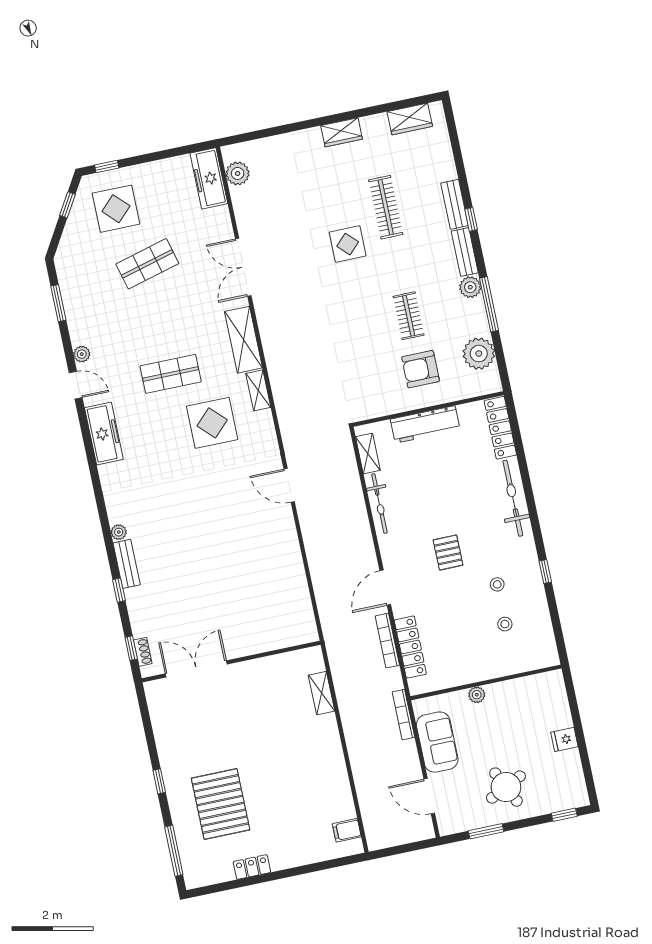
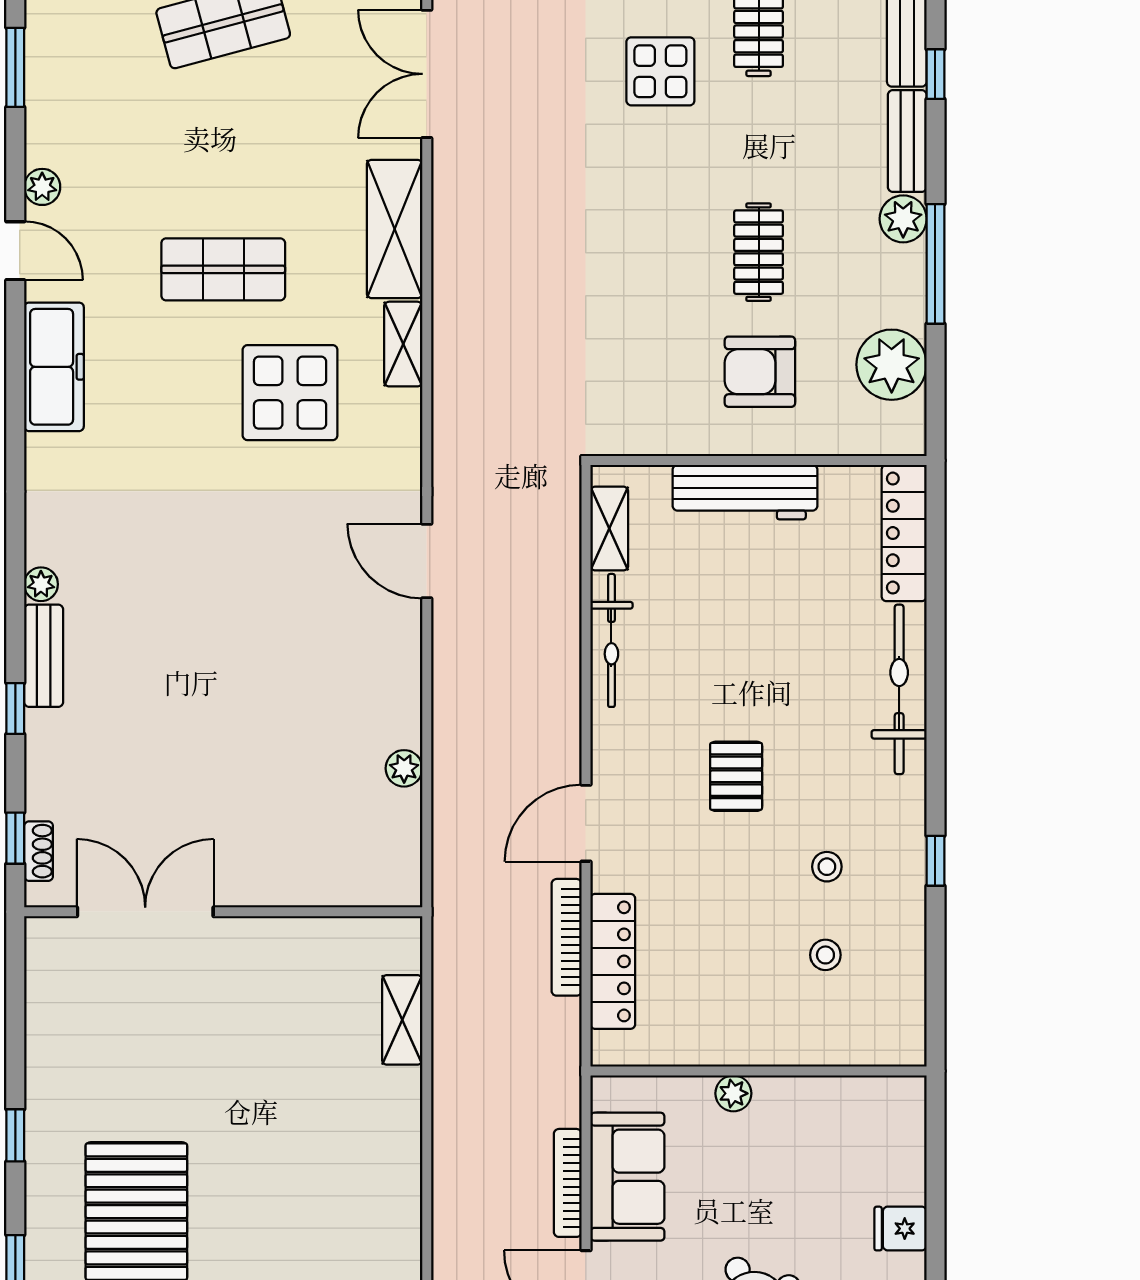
plant: (299, 580) -> (404, 768), added
bookcase: (403, 715) -> (568, 1183), moved

